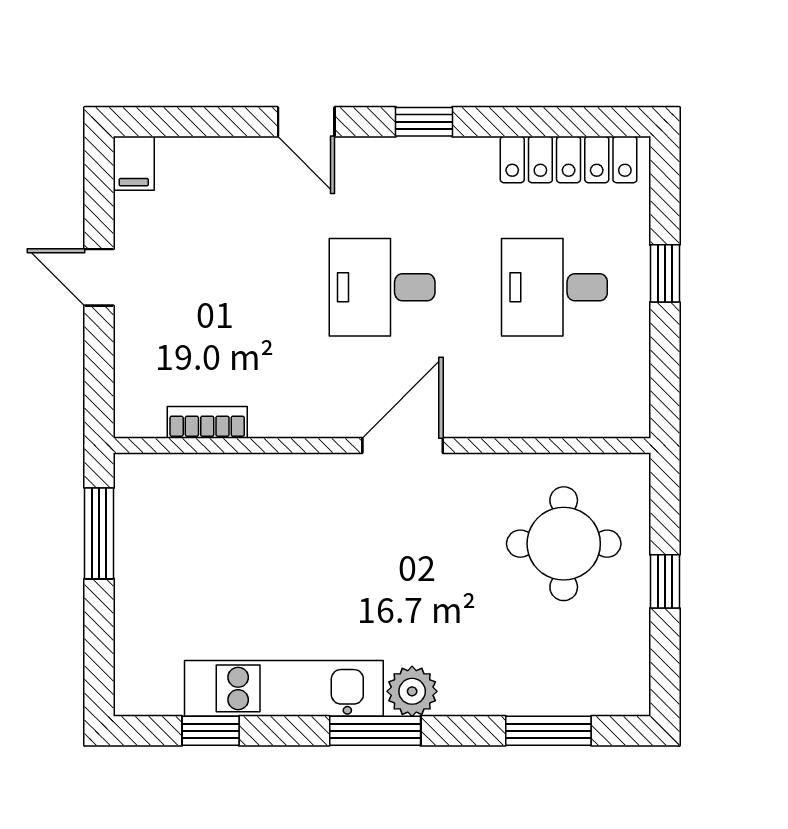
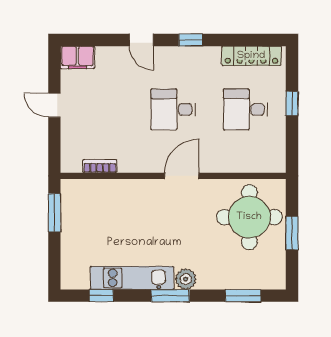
filing cabinet: (134, 163) -> (77, 57), width x2.00
round table: (564, 544) -> (249, 217), width x1.36, depth x1.36
window: (665, 581) -> (292, 233), width x1.50

